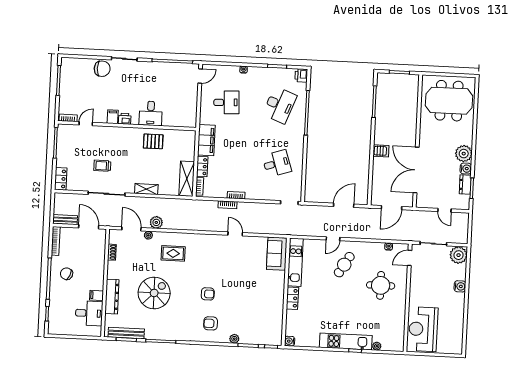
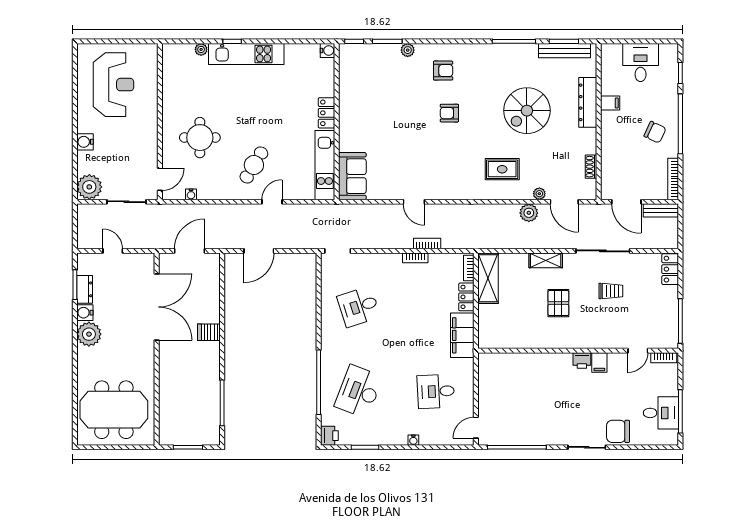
desk: (151, 113) -> (661, 413), moved, turned 90
pallet: (153, 141) -> (558, 303), moved, turned 90
desk: (89, 313) -> (641, 63), moved, turned 90
reception desk: (423, 329) -> (114, 85), moved

